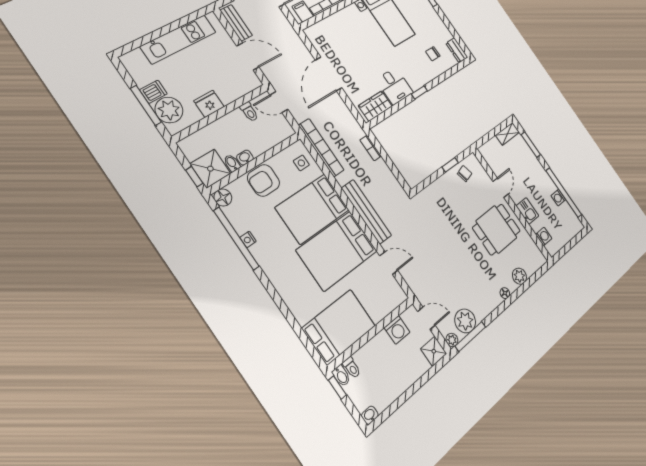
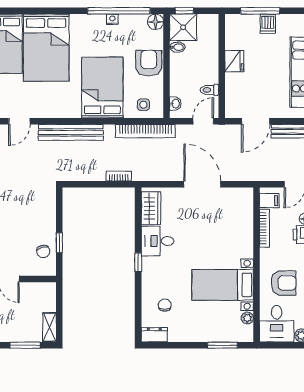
plant: (169, 110) -> (247, 26), removed
washbasin: (245, 158) -> (175, 104), moved
bed: (337, 251) -> (46, 48), moved, turned 180

